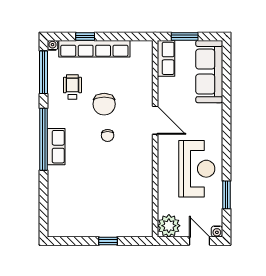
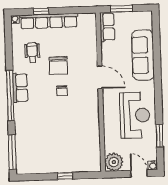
window: (44, 72) -> (12, 152), moved
sofa: (209, 72) -> (143, 55), moved
row of seats: (56, 147) -> (20, 88), moved

